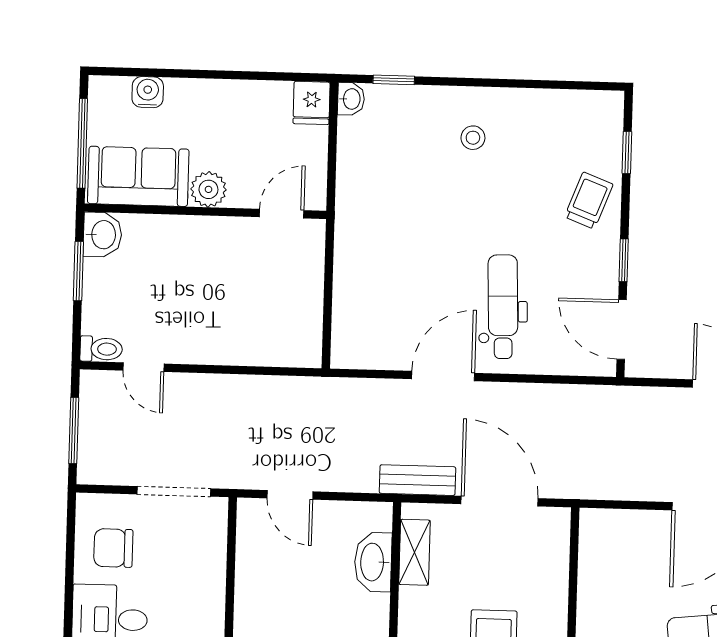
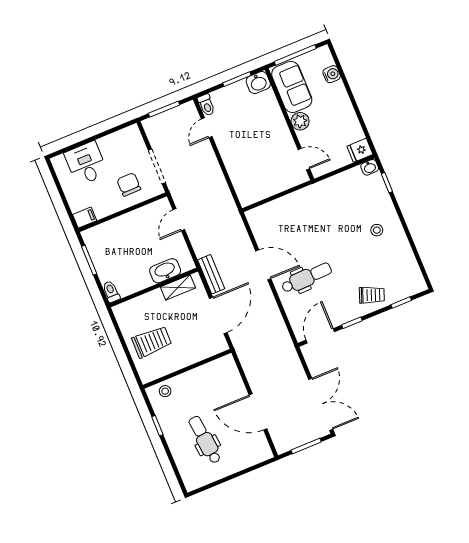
chair: (113, 548) -> (129, 184), moved

